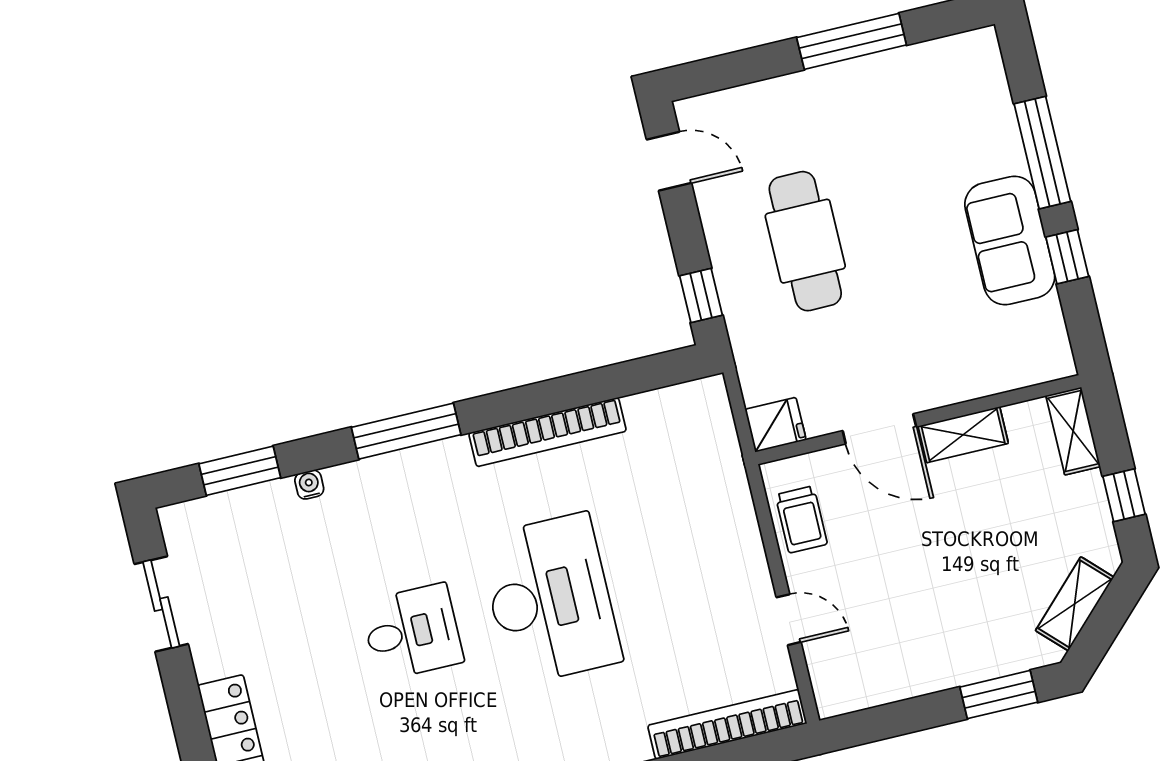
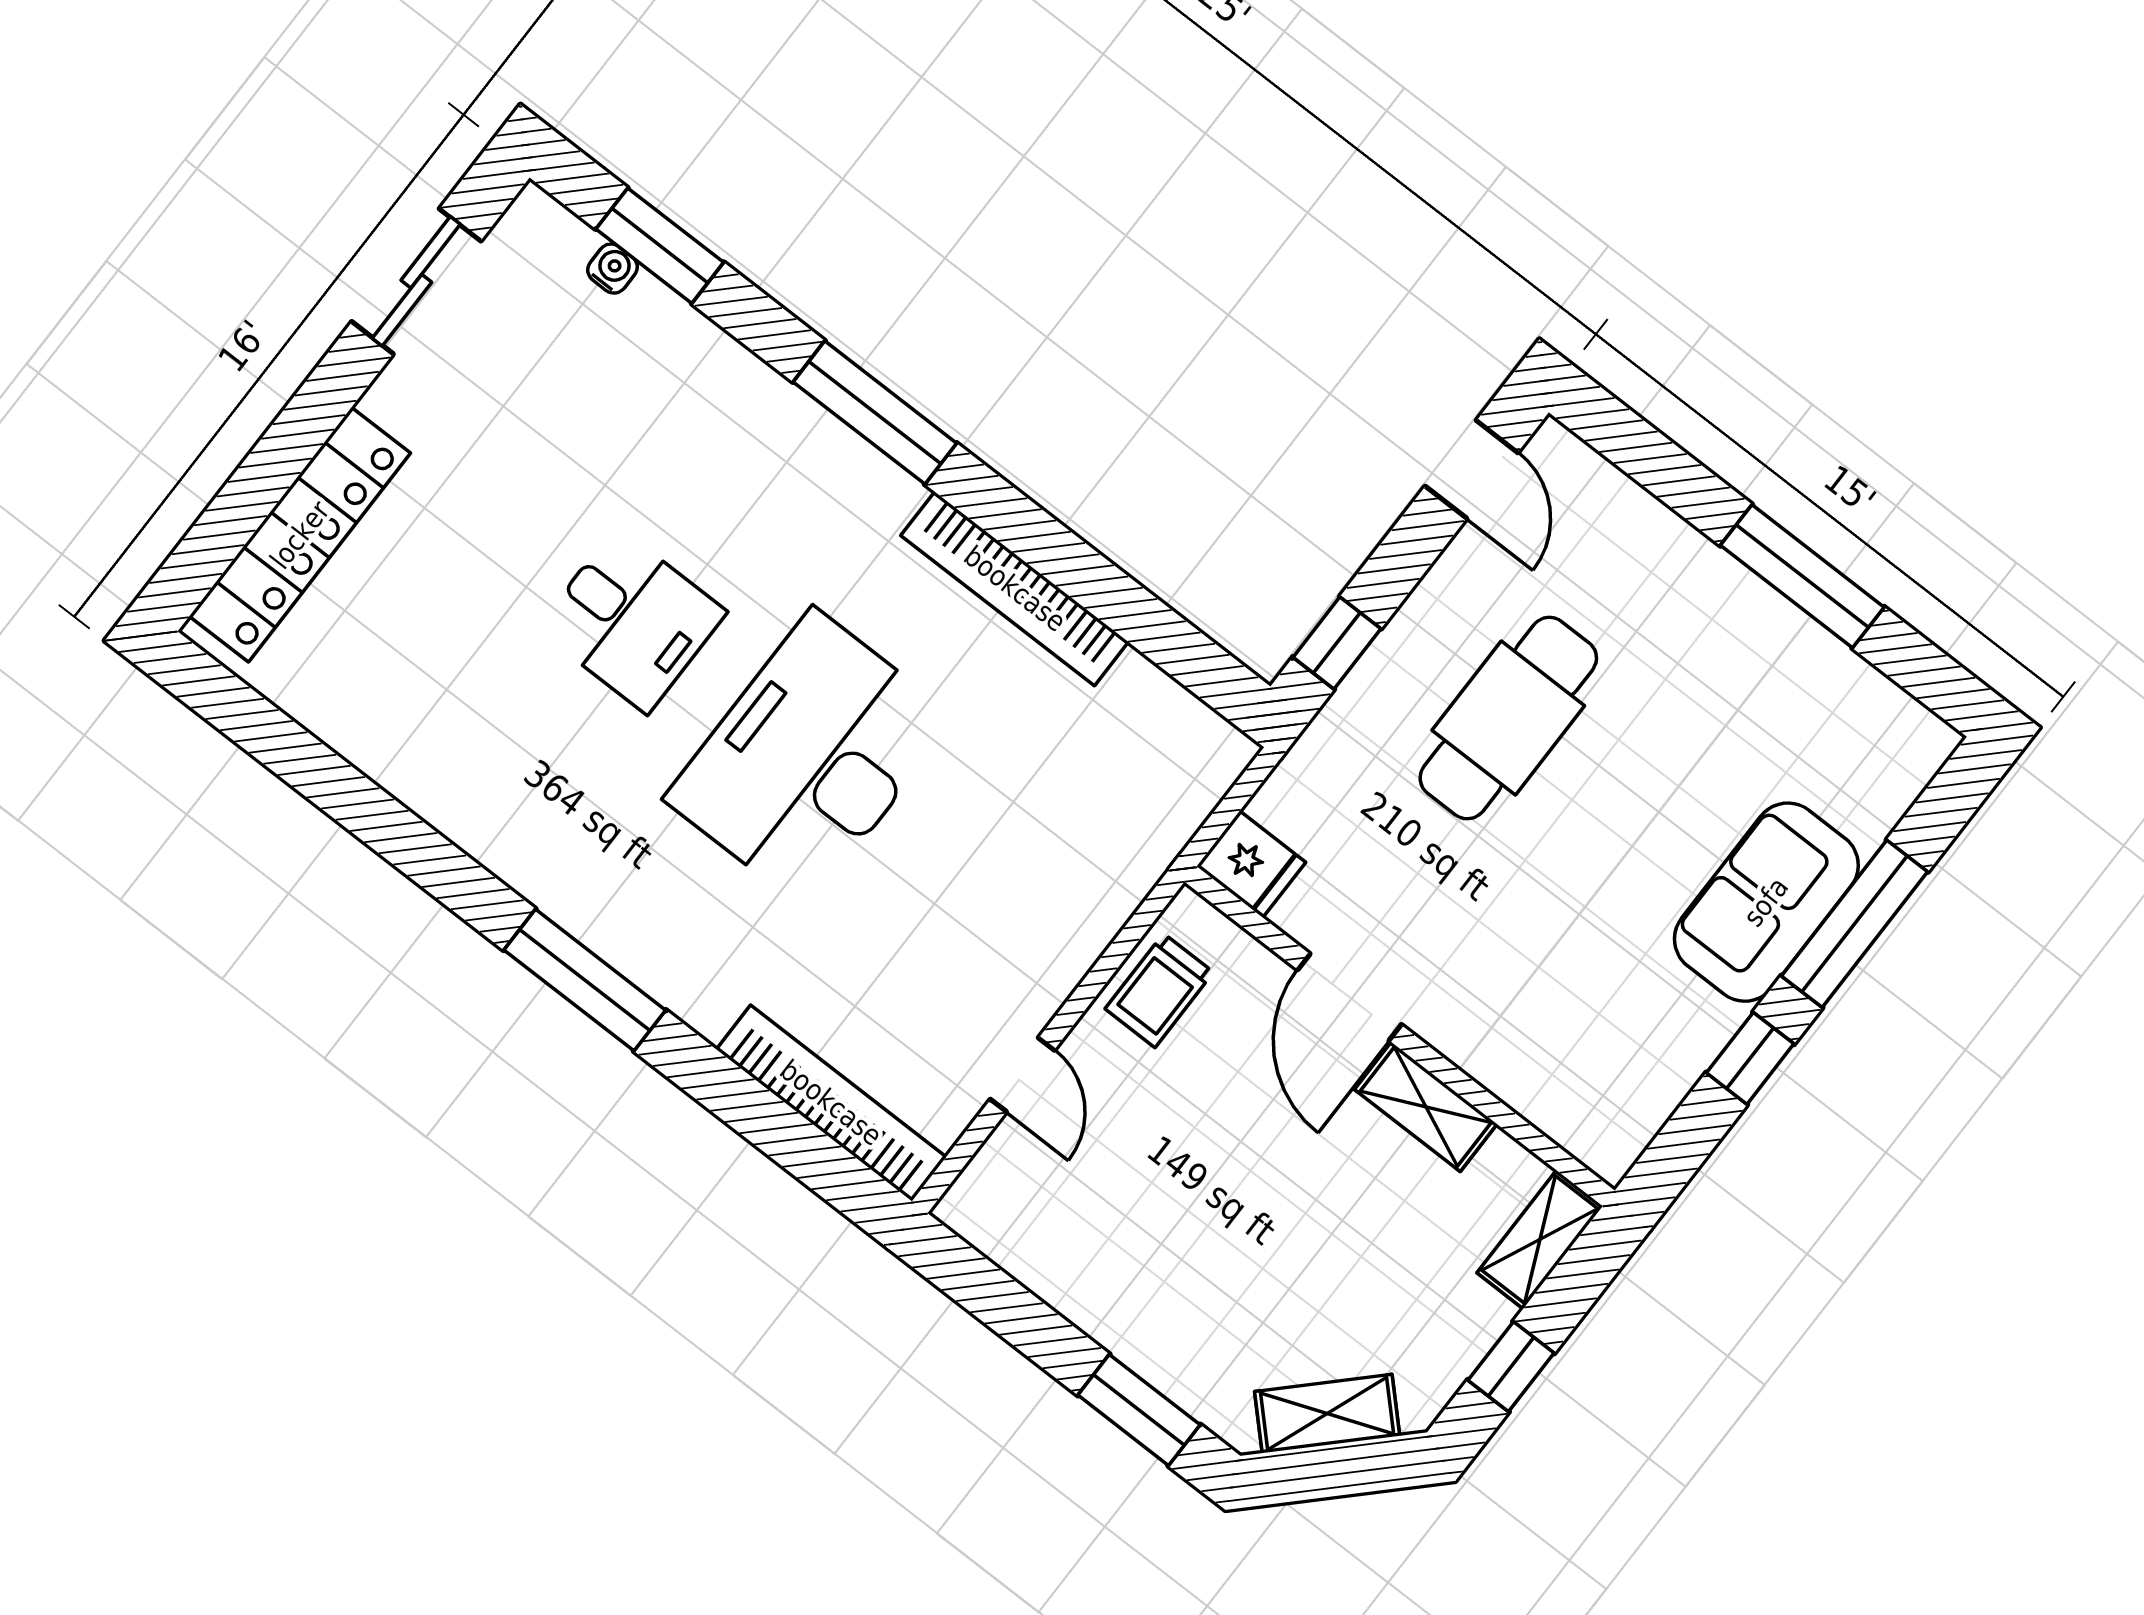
sofa: (1010, 240) -> (1766, 902), moved
water cooler: (309, 485) -> (612, 269), moved
desk: (550, 599) -> (810, 758), turned 180

